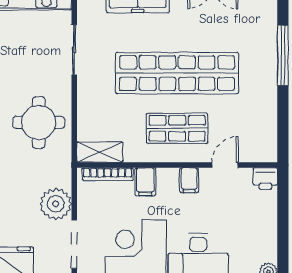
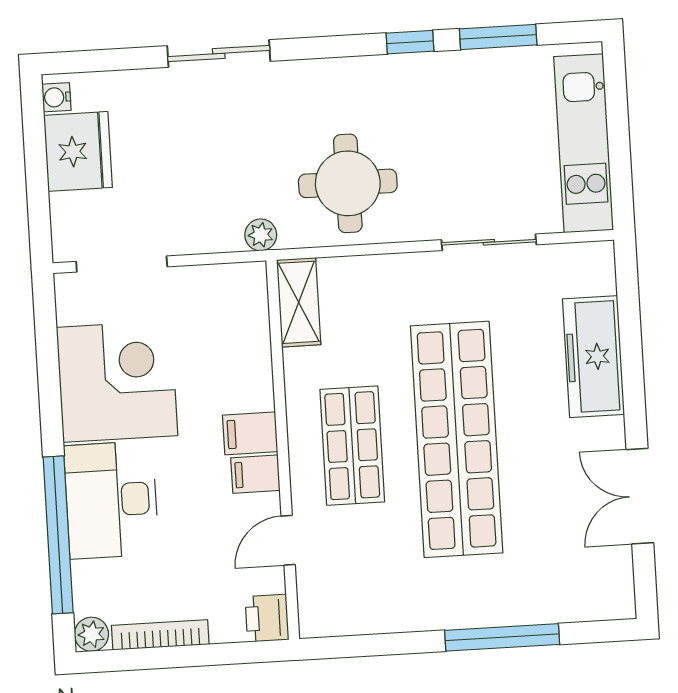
door: (225, 165) -> (288, 540), swing flipped
bookcase: (108, 174) -> (160, 635), moved, turned 90
filing cabinet: (145, 182) -> (250, 433), moved
plant: (56, 204) -> (261, 235), moved, width x0.53, depth x0.53

